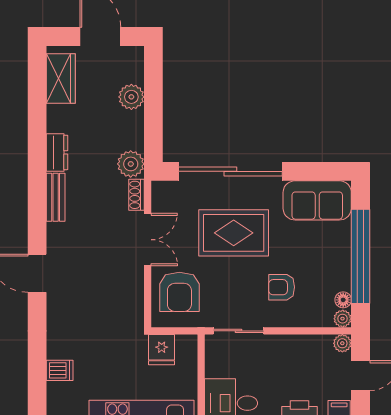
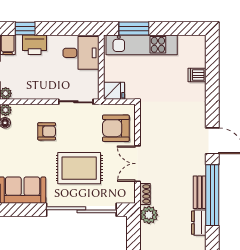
window: (37, 193) -> (212, 195), added
armchair: (179, 292) -> (116, 128), turned -90
fridge: (162, 350) -> (114, 91), moved, turned 90

